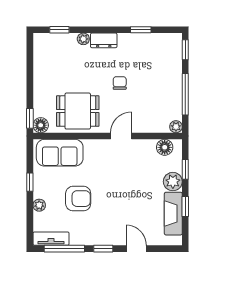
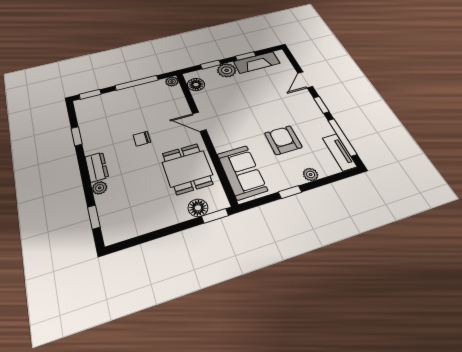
floor lamp: (41, 125) -> (198, 208), moved

